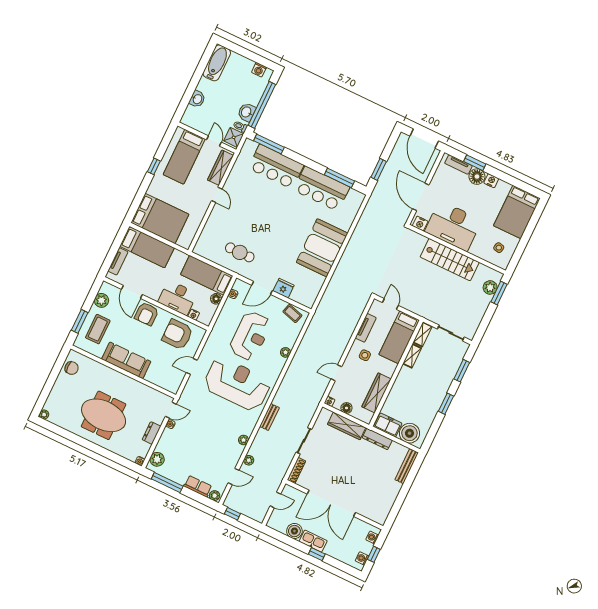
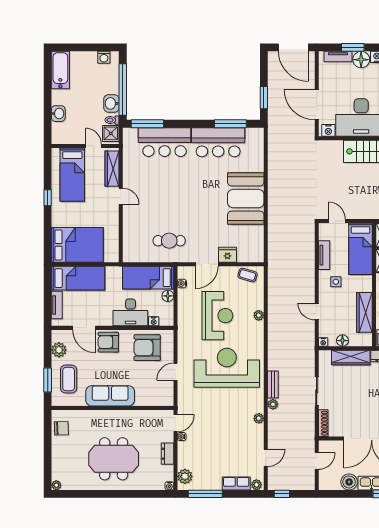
armchair: (147, 314) -> (108, 342), turned 90
door: (336, 373) -> (317, 312), hinge flipped
plant: (249, 460) -> (273, 404), moved

